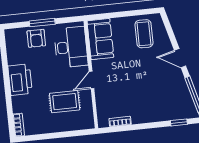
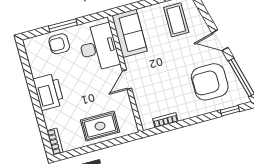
armchair: (36, 38) -> (59, 44), turned 90
armchair: (165, 94) -> (210, 82), added
rug: (65, 102) -> (100, 126), moved

